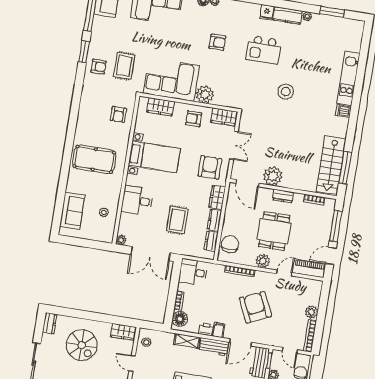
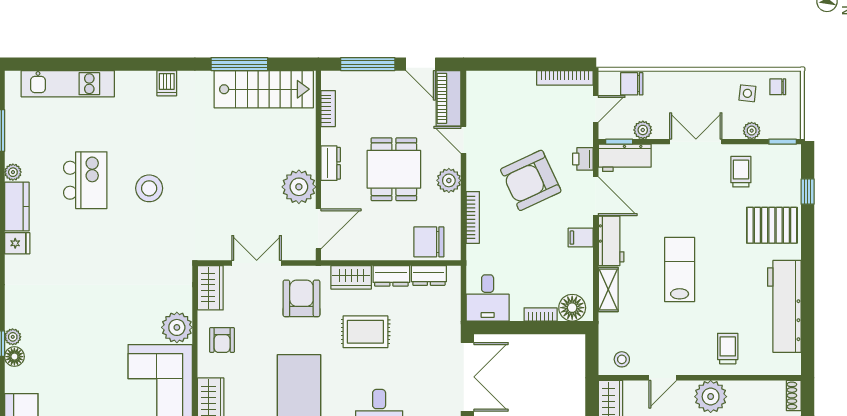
armchair: (217, 42) -> (83, 320), removed
kitchen island: (264, 50) -> (85, 180), moved
kitchen unit: (348, 78) -> (68, 84), moved
armchair: (210, 167) -> (301, 298), turned 90
window: (345, 168) -> (239, 64), moved
rug: (177, 220) -> (365, 332), moved
dining table: (274, 231) -> (394, 169), turned 90
plant: (311, 312) -> (523, 82), removed
printer: (206, 329) -> (583, 159), moved

